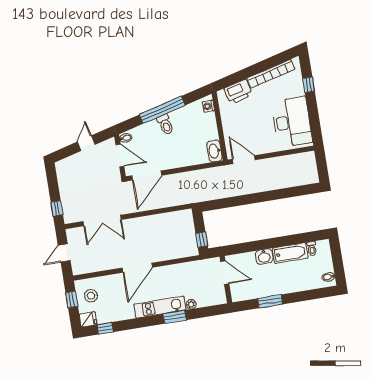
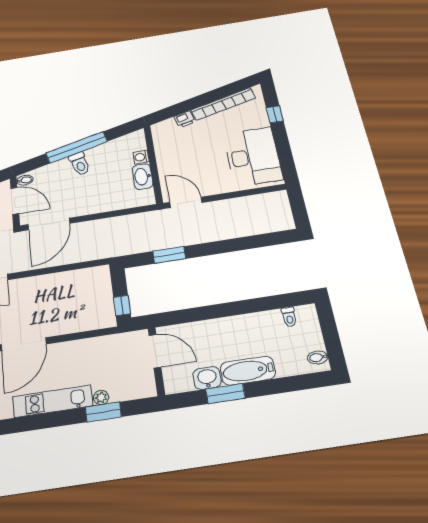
printer: (238, 92) -> (185, 119), width x0.53, depth x0.68
washing machine: (208, 106) -> (141, 157), moved
washbasin: (215, 151) -> (142, 177), moved
window: (233, 202) -> (169, 255), added
bathtub: (290, 253) -> (248, 371), moved, turned 180
washbasin: (264, 257) -> (207, 378), moved, turned 180
window: (175, 317) -> (103, 412), moved

